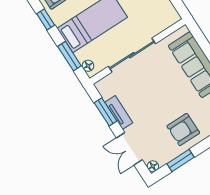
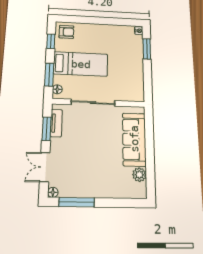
tv unit: (119, 113) -> (56, 123), moved
armchair: (183, 130) -> (94, 180), removed
window: (180, 160) -> (77, 202), width x1.44

